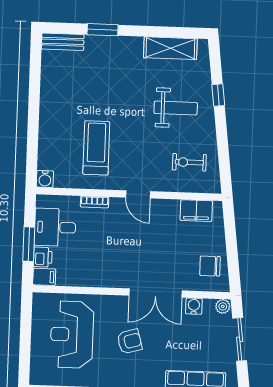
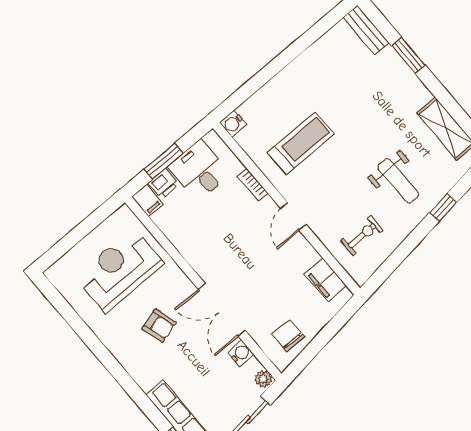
exercise bike: (189, 162) -> (362, 236), turned 90

